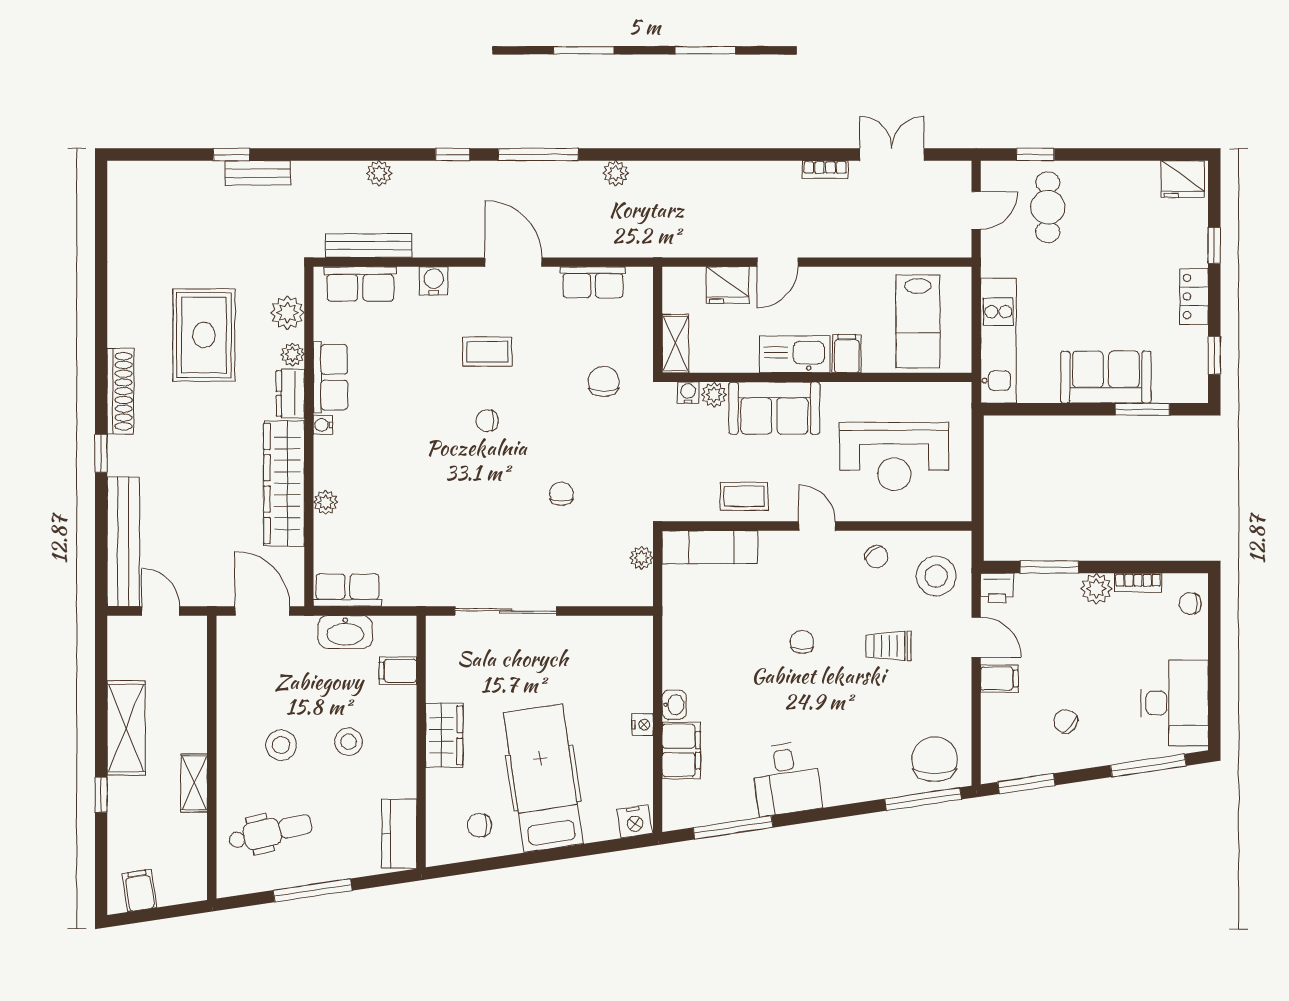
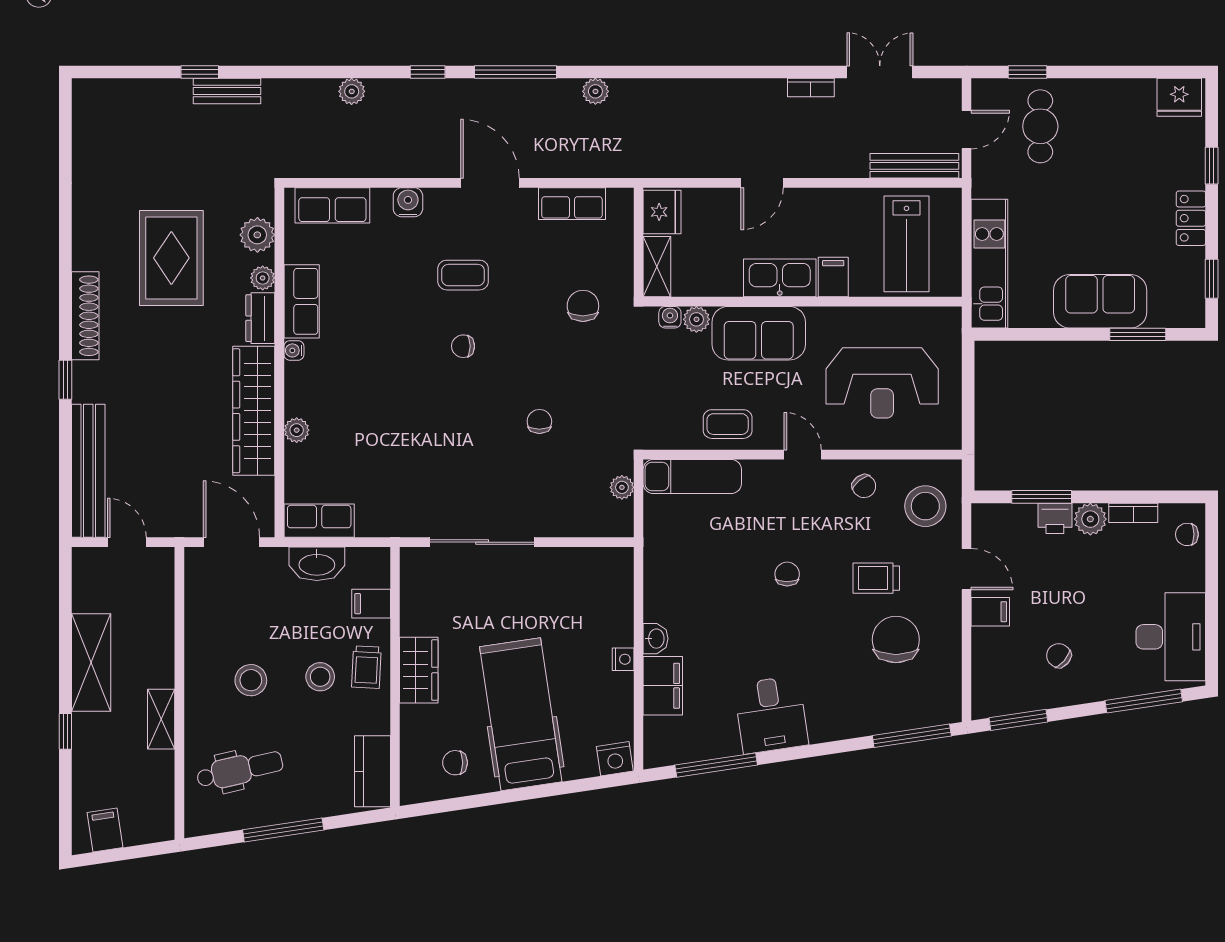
bench: (369, 246) -> (914, 166), moved
fridge: (728, 285) -> (662, 212), moved, turned -90
printer: (997, 588) -> (1055, 518), moved
trolley: (393, 732) -> (366, 667), added
chair: (935, 759) -> (896, 640), moved

